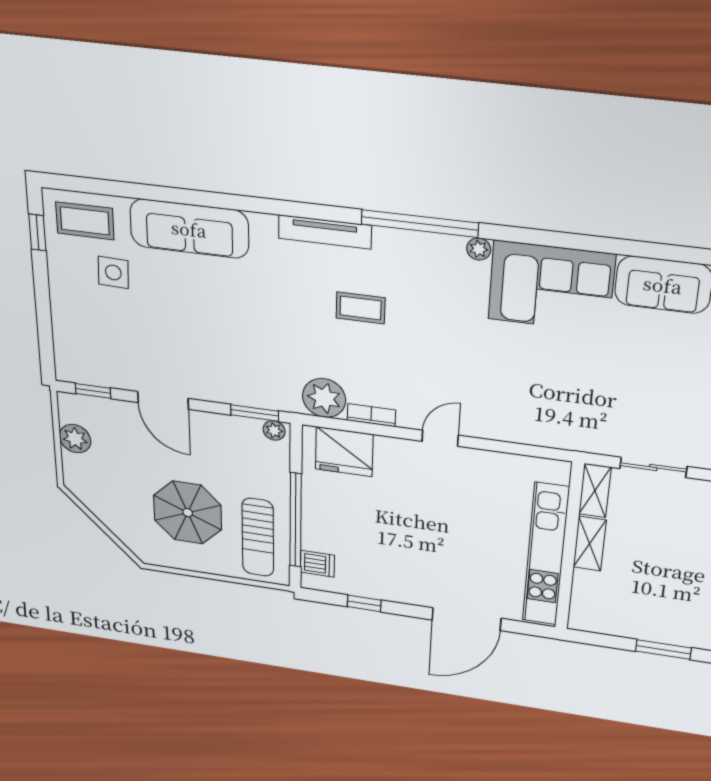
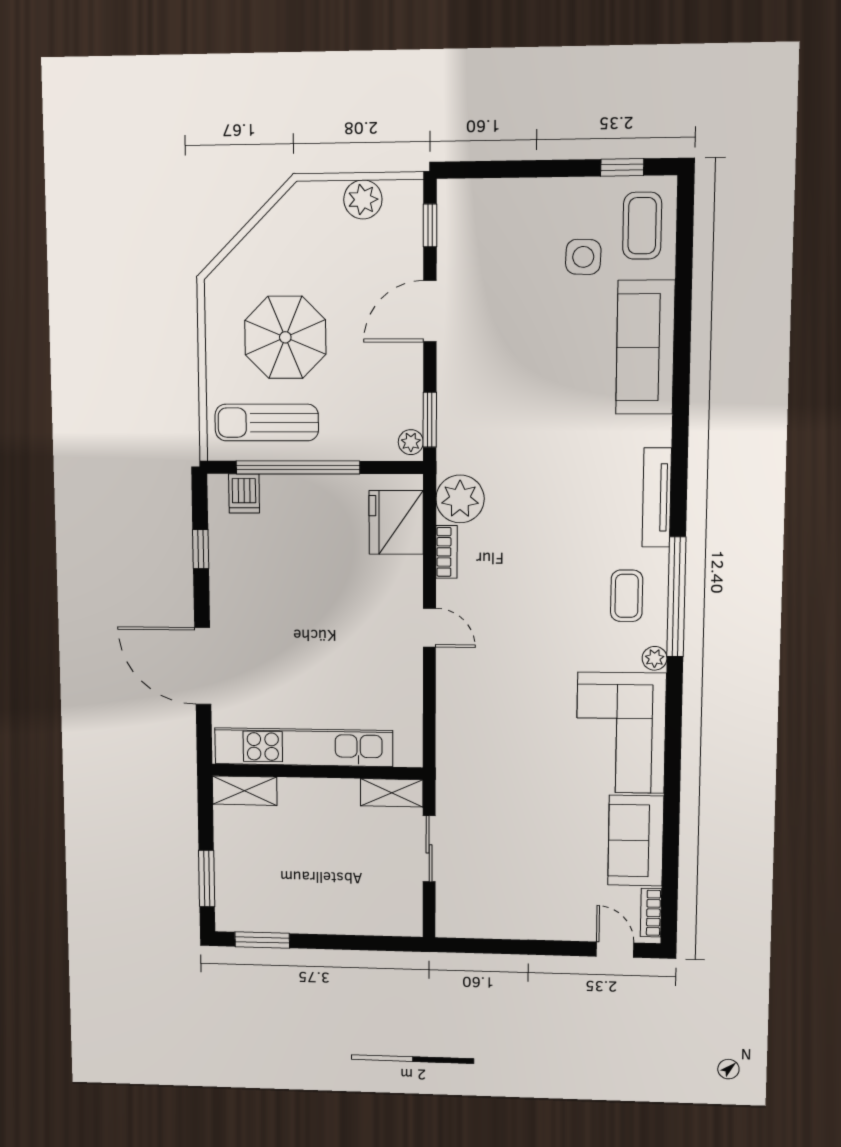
coffee table: (361, 308) -> (627, 596), moved
shelving: (590, 544) -> (245, 791), moved

